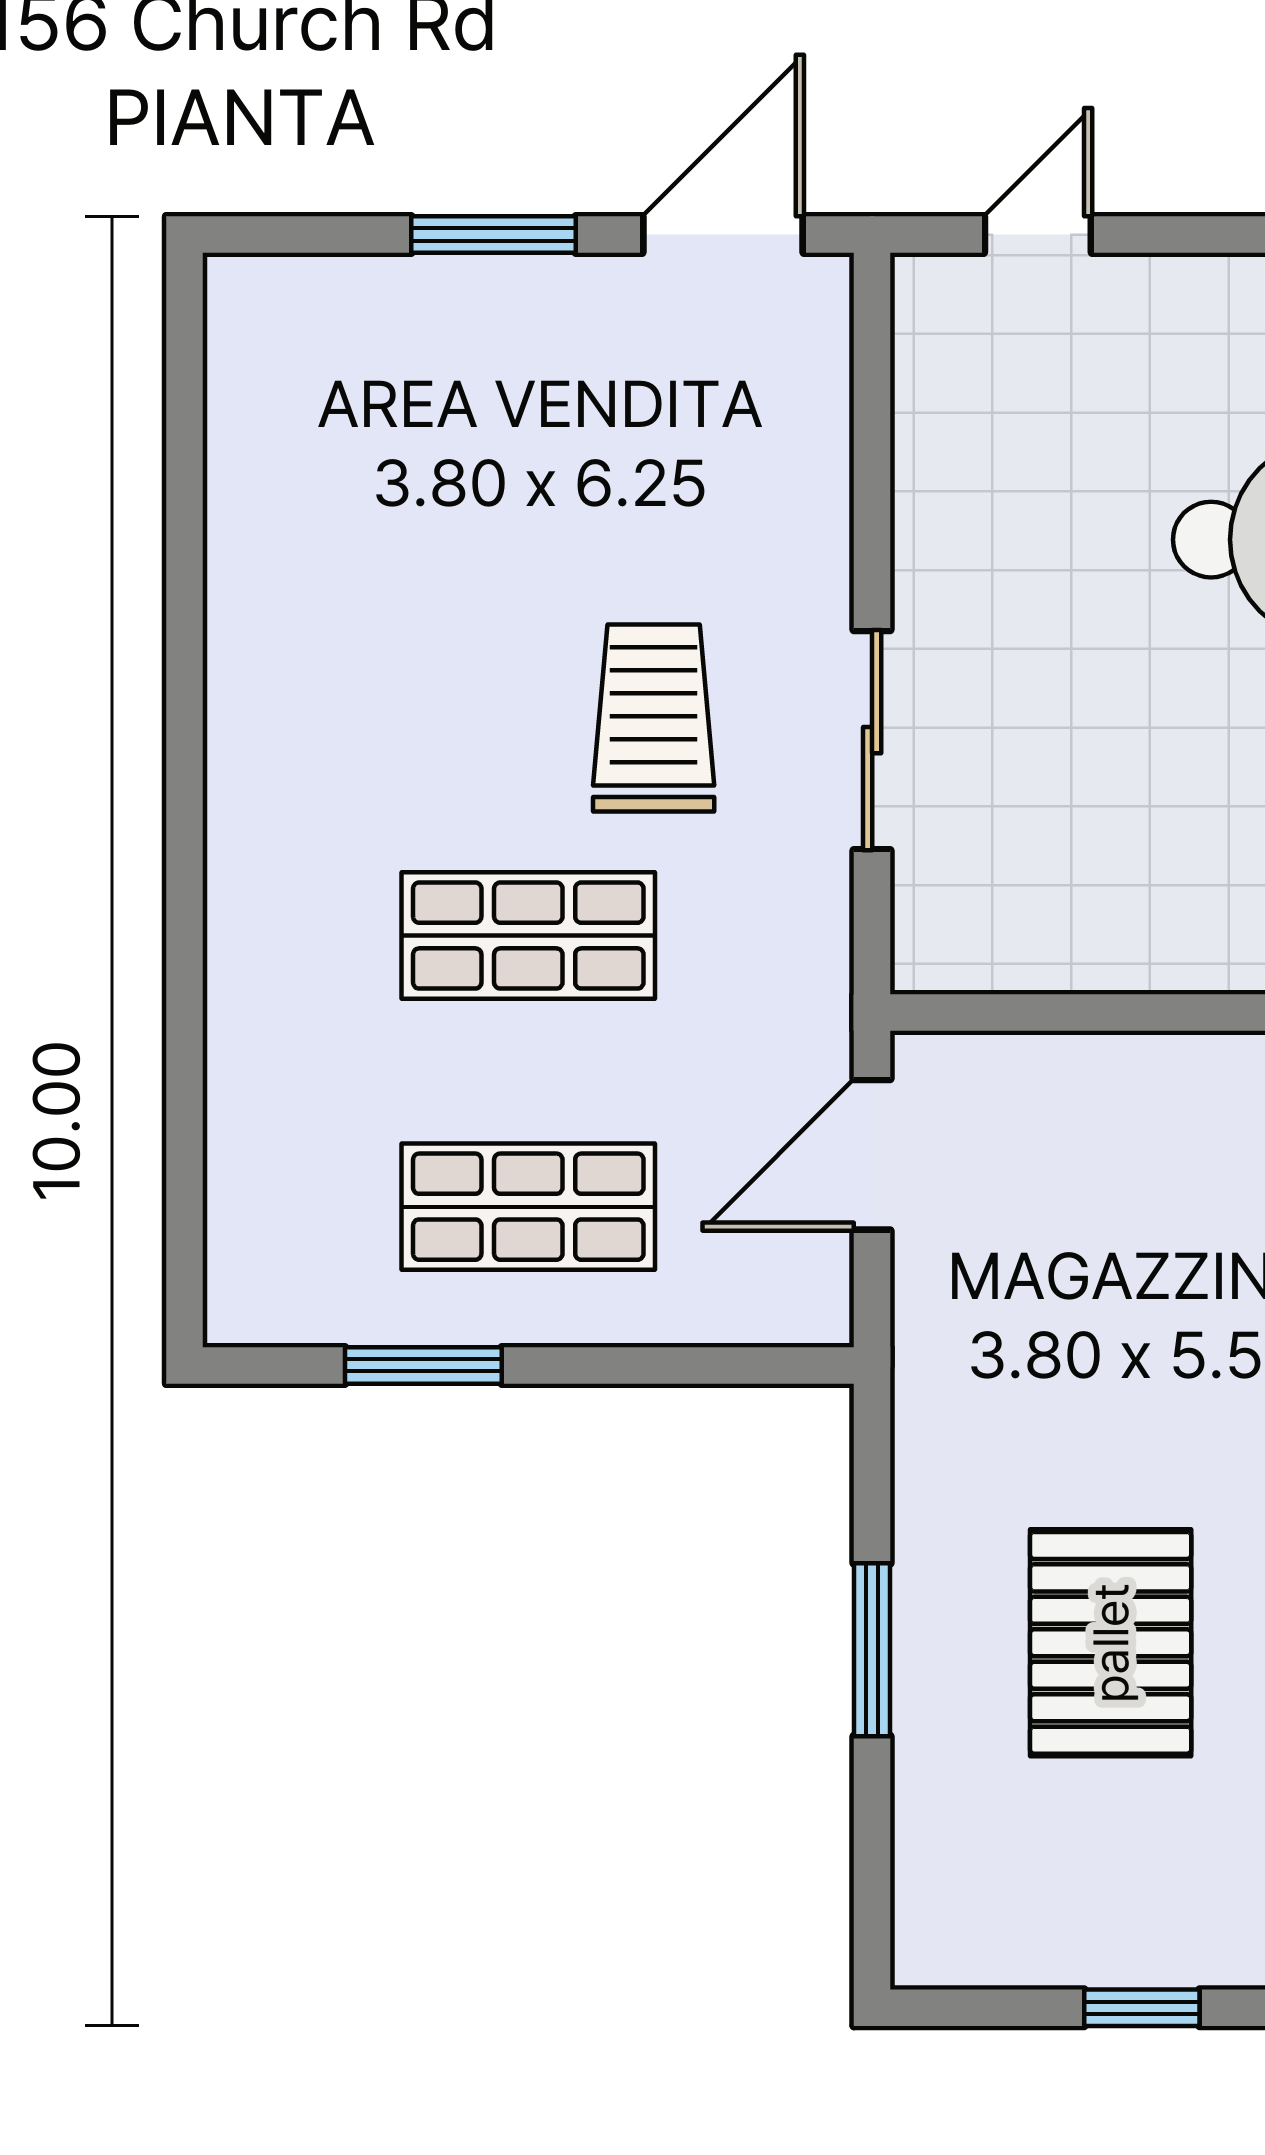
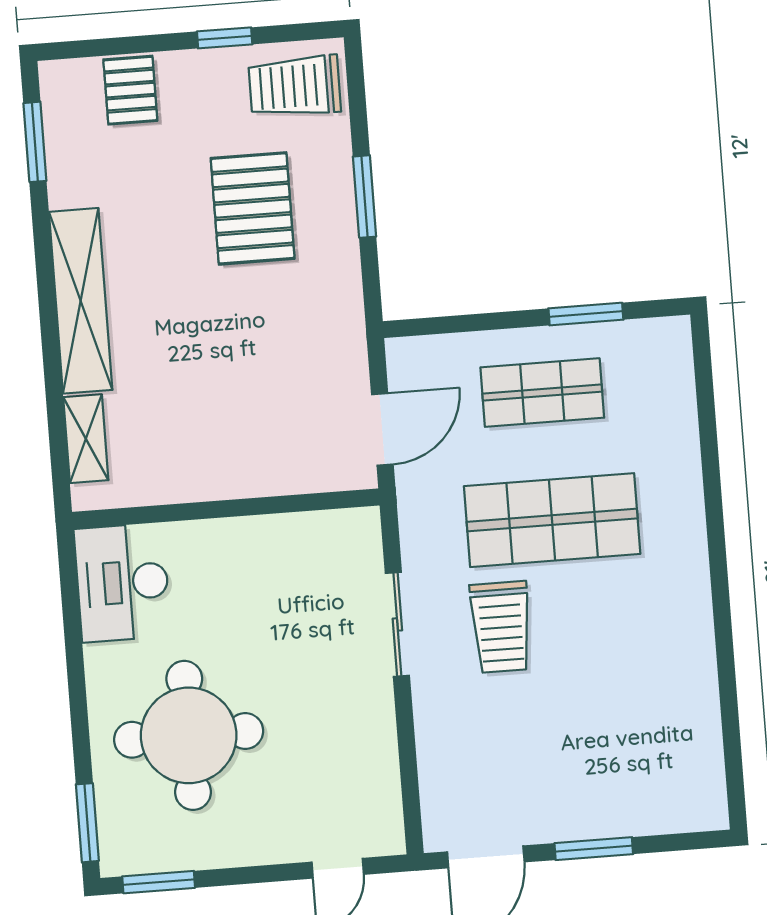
shop shelf: (528, 936) -> (552, 520), width x1.43, depth x1.36
trolley: (1002, 1894) -> (295, 86), added

